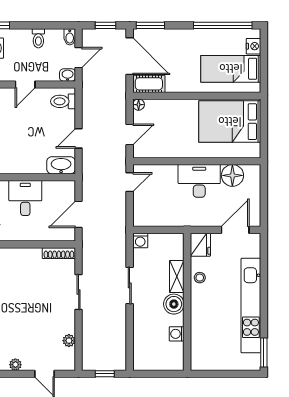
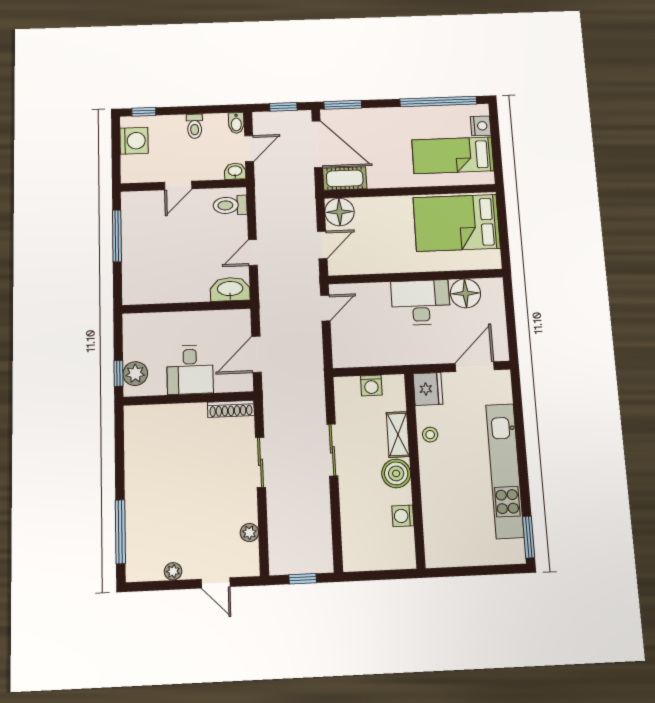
floor lamp: (139, 105) -> (339, 212), width x1.89, depth x1.89
desk: (25, 198) -> (190, 370), moved, turned 180
washing machine: (140, 240) -> (371, 385), moved

